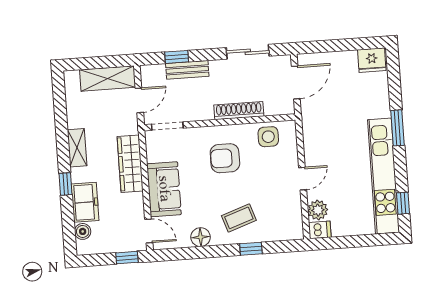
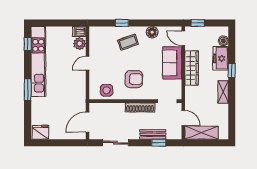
door: (139, 100) -> (183, 118), swing flipped
shoe rack: (239, 111) -> (140, 107), moved
wardrobe: (130, 164) -> (192, 68), moved

